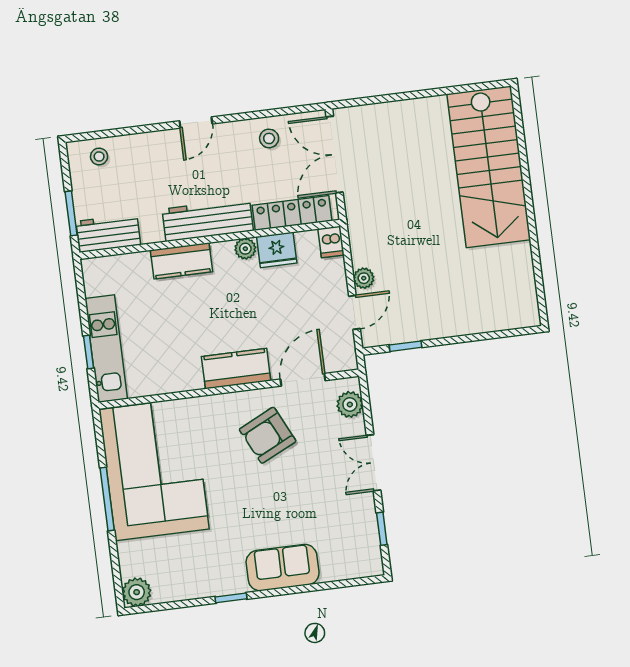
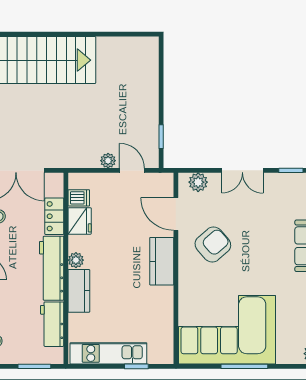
locker: (292, 213) -> (54, 216), width x0.66
workbench: (108, 233) -> (52, 324), moved
dishwasher: (331, 242) -> (79, 198), moved
plant: (245, 249) -> (76, 260), moved
kitchen unit: (106, 349) -> (108, 353), moved
armchair: (268, 435) -> (213, 244), turned -105

